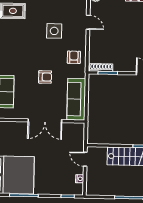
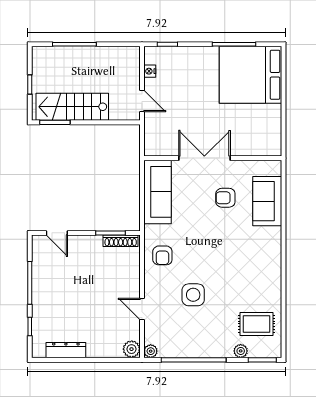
armchair: (45, 77) -> (225, 198), moved

